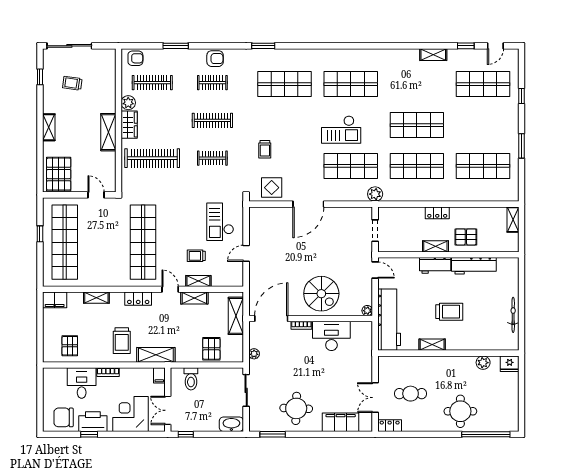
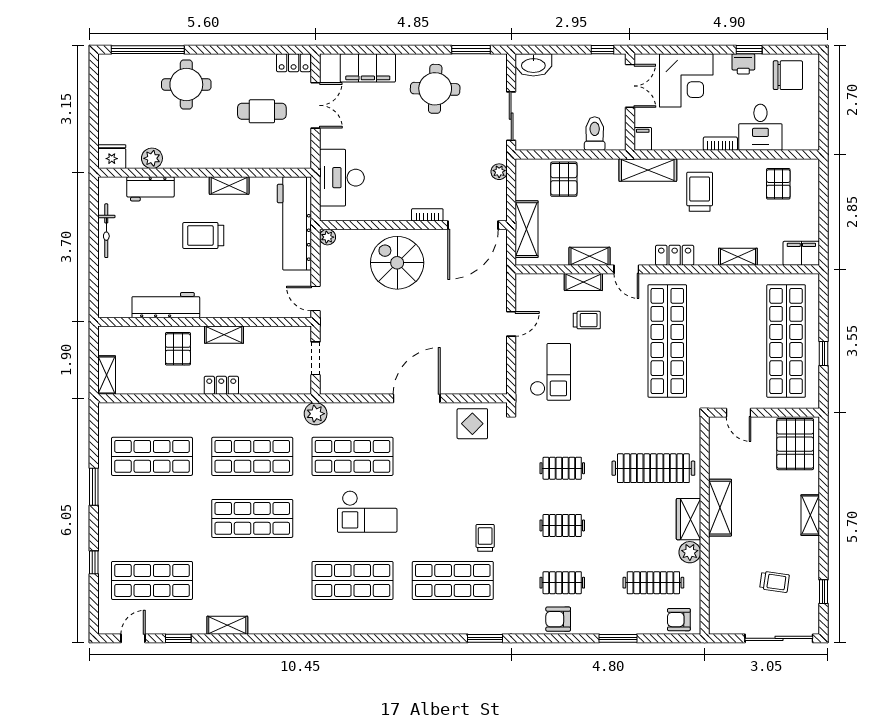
clothes rail: (212, 120) -> (562, 525), width x0.73
checkout: (341, 130) -> (367, 512), turned 180
trolley: (265, 149) -> (485, 538), moved
pallet: (466, 237) -> (178, 349), turned 90
workbench: (435, 265) -> (150, 189), moved, turned 180
desk: (331, 336) -> (342, 178), moved, turned 90
printer: (93, 422) -> (743, 64), width x0.53, depth x0.68

